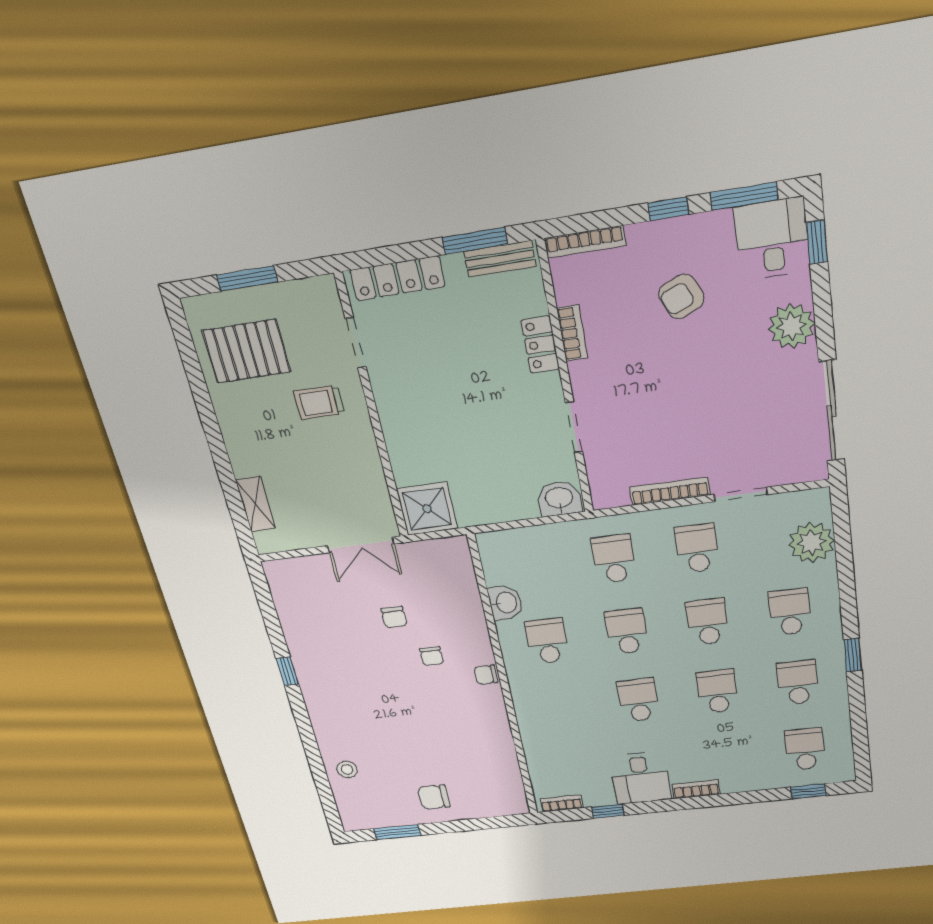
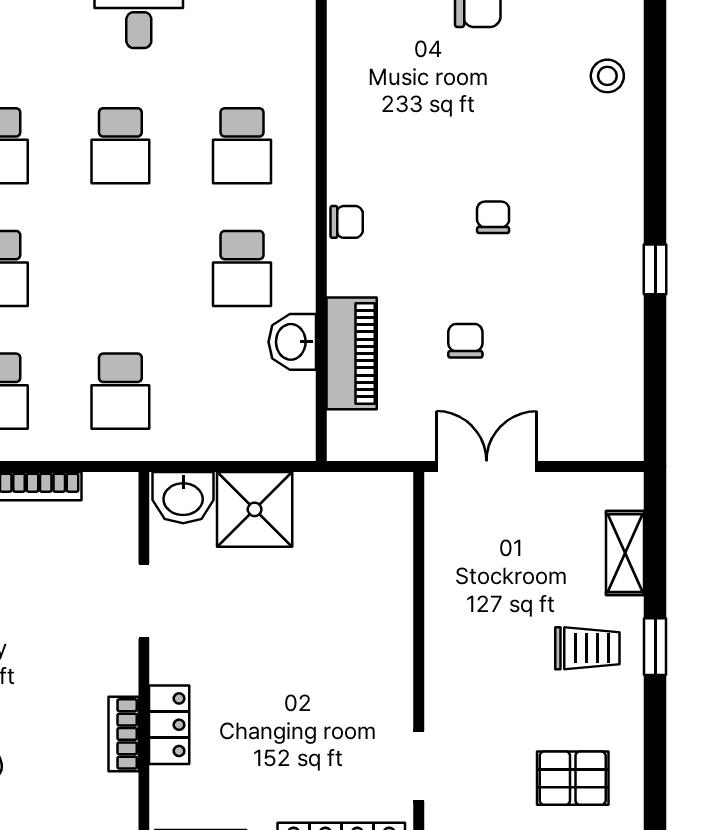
pallet: (246, 351) -> (573, 778), width x0.67, depth x0.71
trolley: (319, 402) -> (587, 648), moved
window: (218, 448) -> (655, 647), added
shower: (427, 509) -> (255, 509), moved
piano: (465, 601) -> (352, 353), added
school desk: (627, 631) -> (242, 146), moved
chair: (432, 656) -> (493, 217), moved

